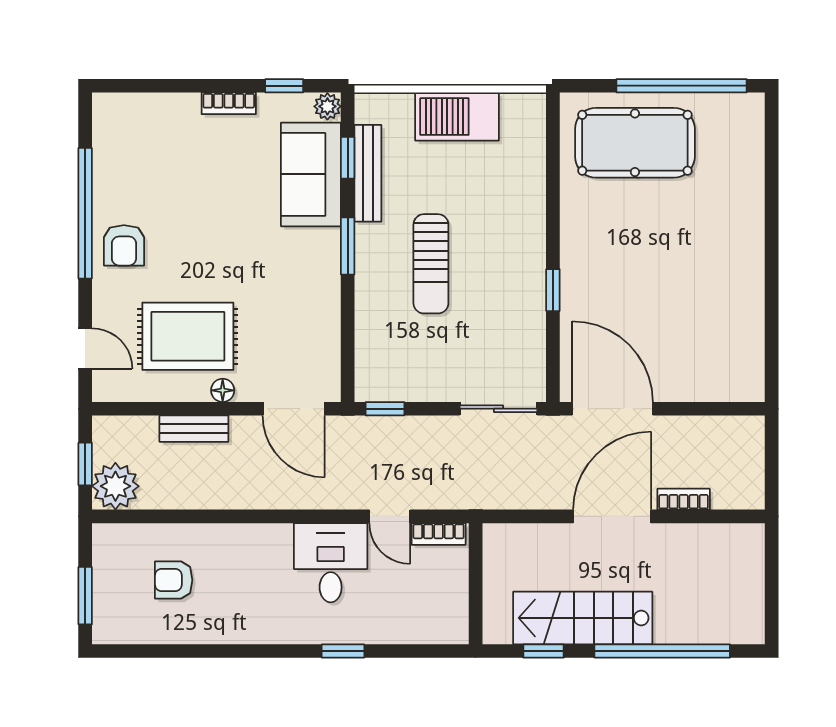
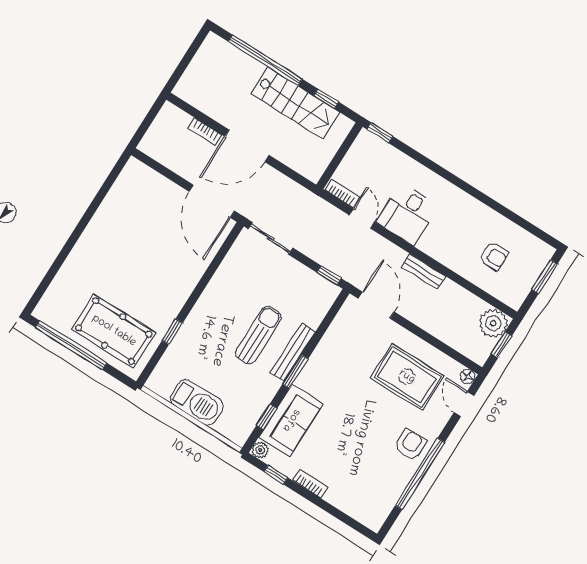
bench: (368, 173) -> (293, 352), moved
window: (553, 290) -> (172, 332), moved
floor lamp: (223, 390) -> (468, 376), moved
bench: (194, 429) -> (423, 272), moved
window: (343, 651) -> (380, 133), moved

